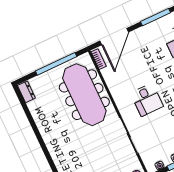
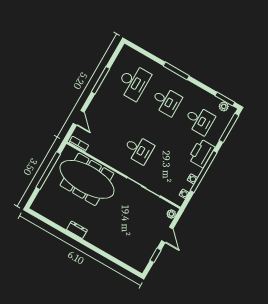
door: (114, 37) -> (79, 118), width x0.53
dresser: (26, 92) -> (77, 230), moved

